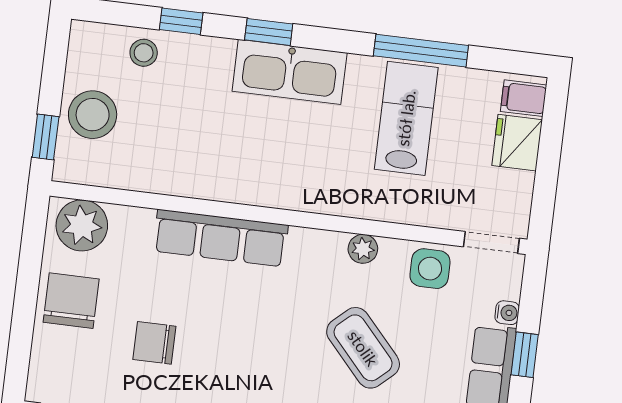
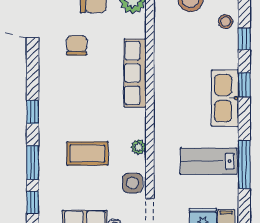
lab bench: (406, 118) -> (208, 161), turned 180
coffee table: (363, 348) -> (87, 153), turned 42

